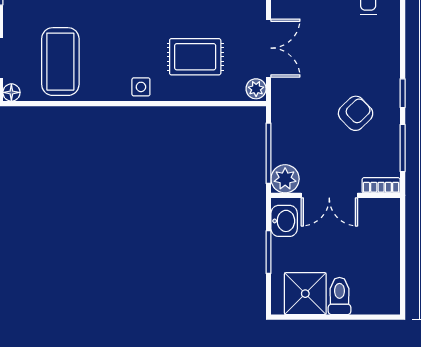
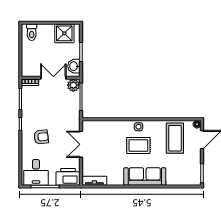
rug: (195, 57) -> (138, 145), moved
plant: (256, 89) -> (87, 126), removed
armchair: (356, 113) -> (41, 137), moved, turned -143
toilet: (339, 296) -> (32, 32), moved

